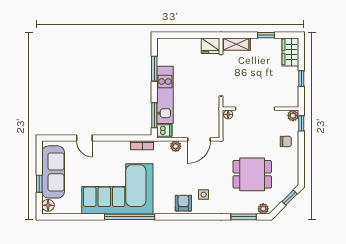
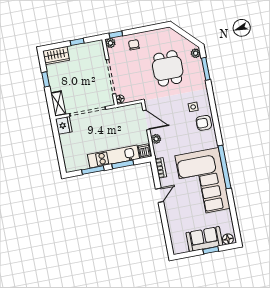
window: (154, 115) -> (123, 164), moved
door: (84, 138) -> (160, 195), moved
sofa: (53, 172) -> (204, 239), width x0.73
window: (290, 198) -> (182, 32), removed

